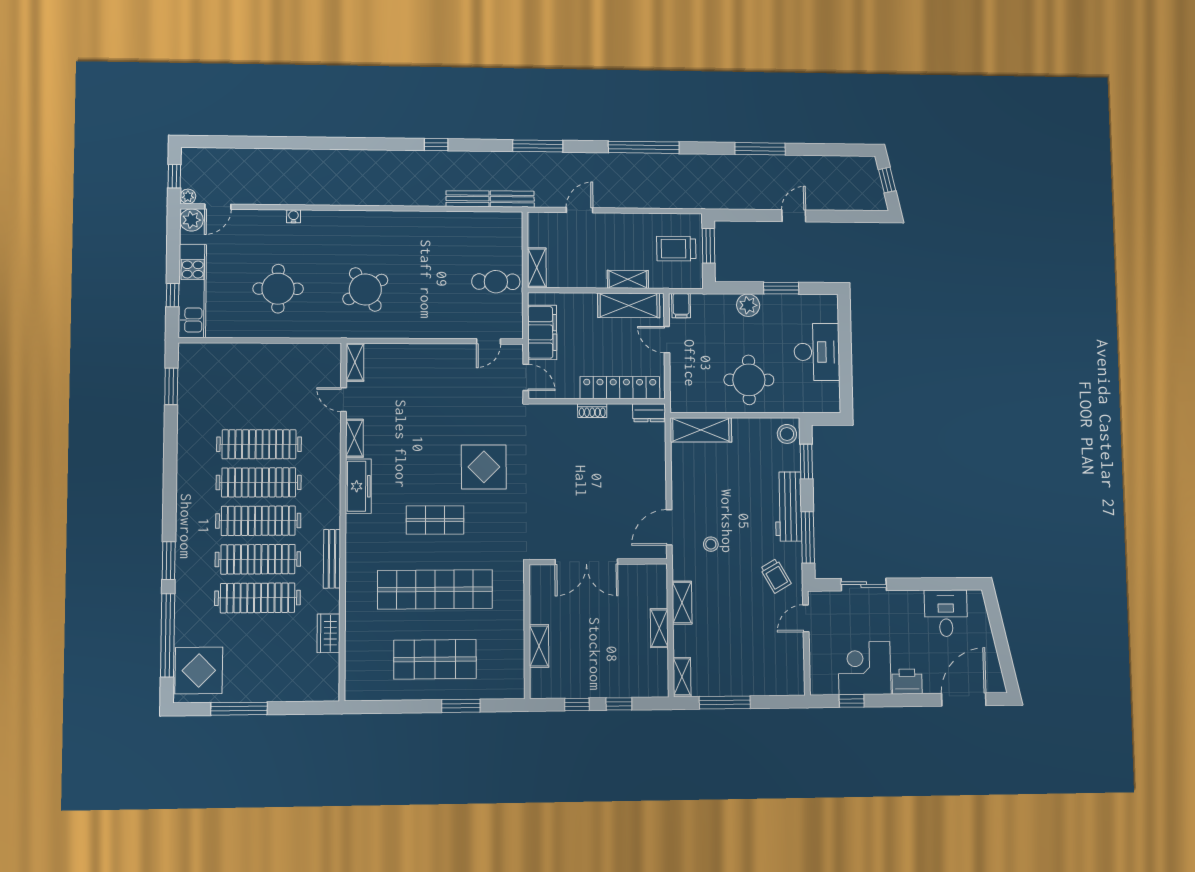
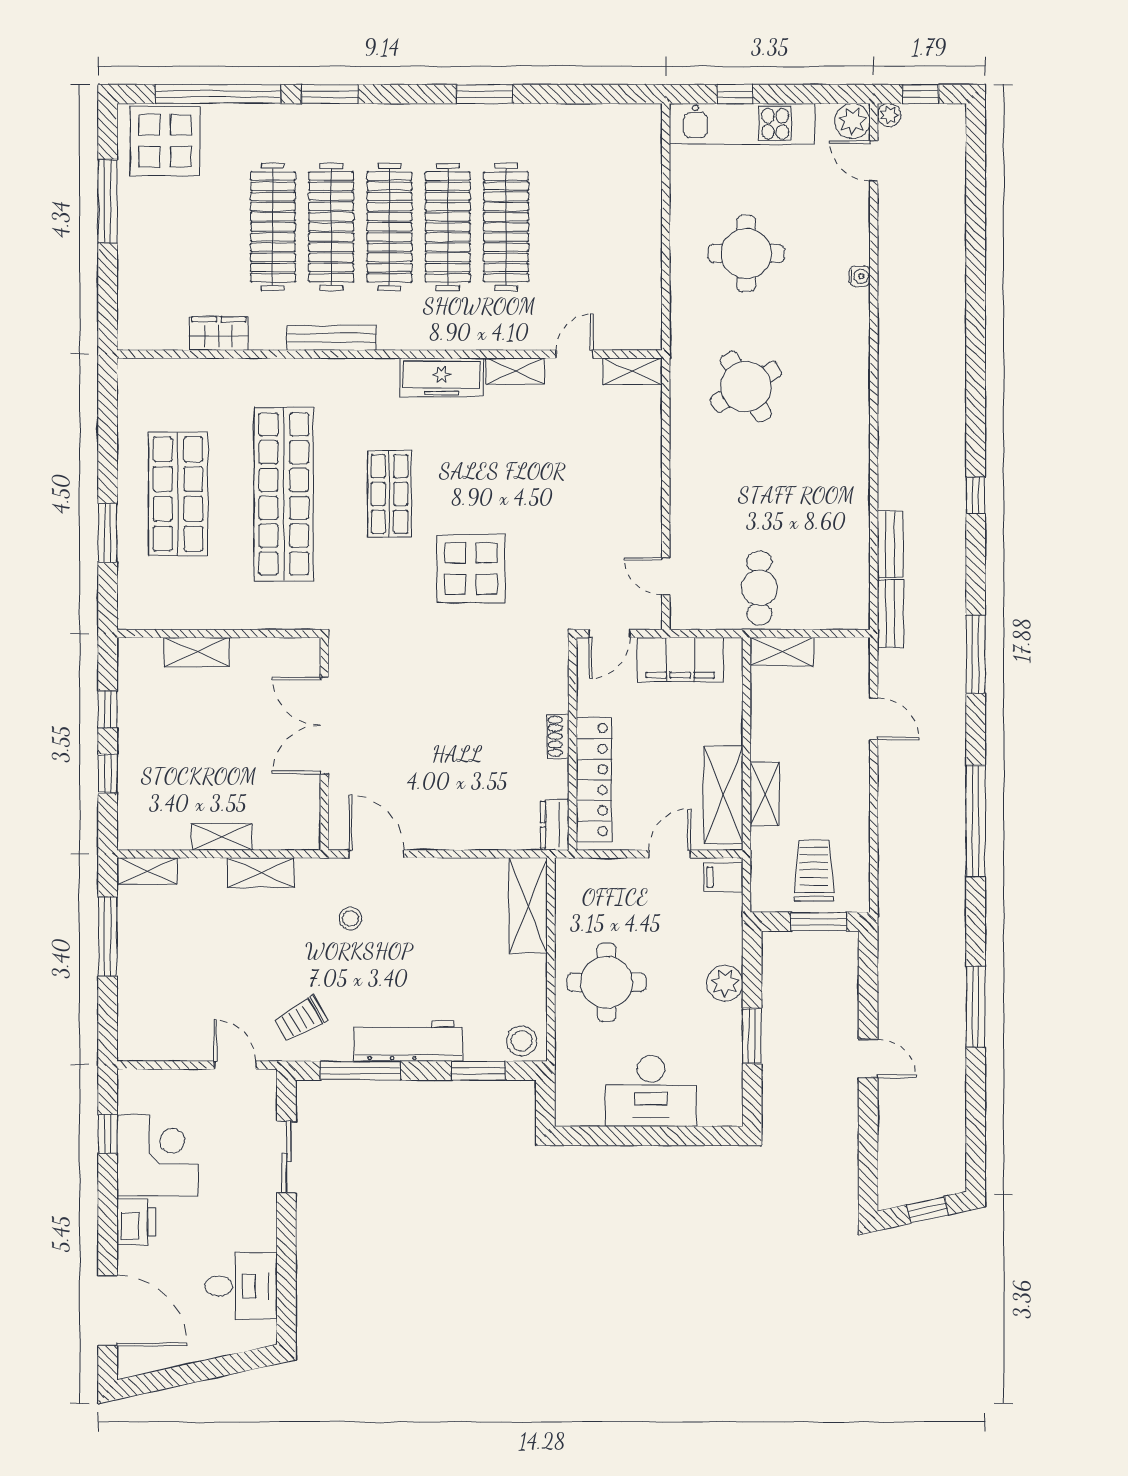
window: (171, 386) -> (485, 94), moved

